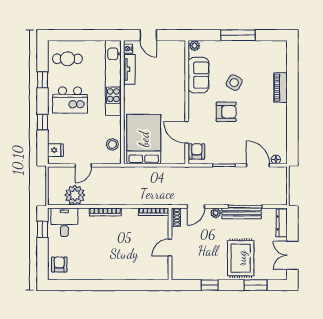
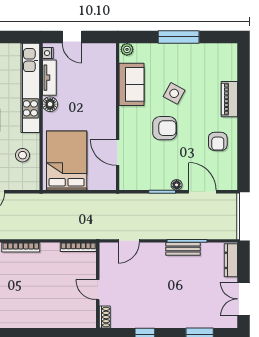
floor lamp: (130, 92) -> (50, 104), added
stool: (112, 144) -> (23, 155), moved
armchair: (197, 151) -> (218, 141), moved, turned 180
floor lamp: (276, 159) -> (177, 185), moved
plant: (216, 213) -> (152, 248), removed
bench: (242, 213) -> (183, 249), width x0.73
shoe rack: (176, 217) -> (105, 317), moved
door: (170, 248) -> (98, 290), hinge flipped
rug: (241, 258) -> (182, 302), removed

